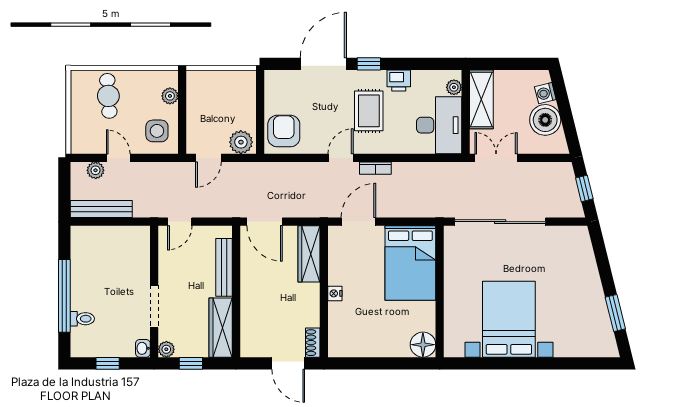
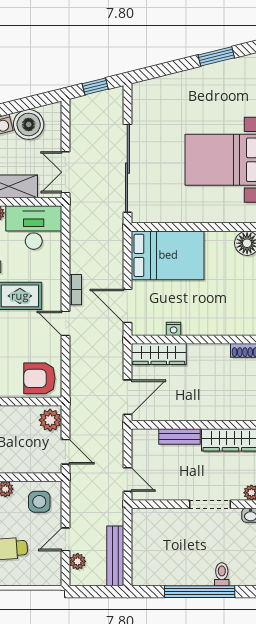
bench: (224, 267) -> (179, 437), width x0.73
nightstand: (335, 293) -> (174, 329), moved

